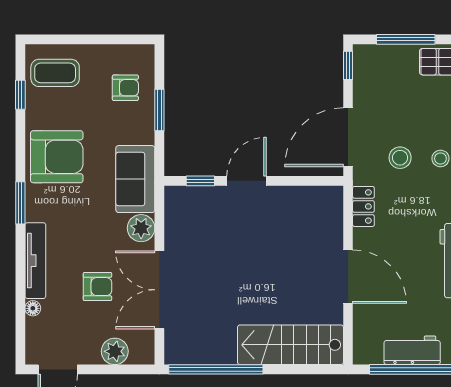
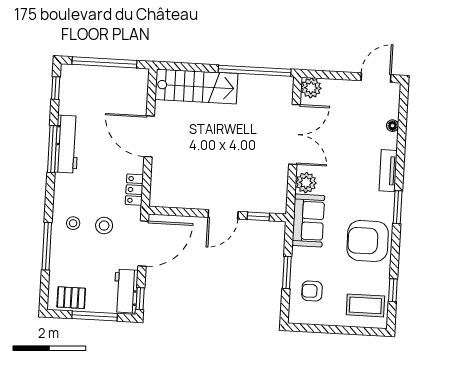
tv unit: (35, 261) -> (388, 171), width x0.71
armchair: (97, 287) -> (342, 140), removed
workbench: (412, 350) -> (126, 291), moved, turned 90
plant: (115, 351) -> (311, 88), moved

